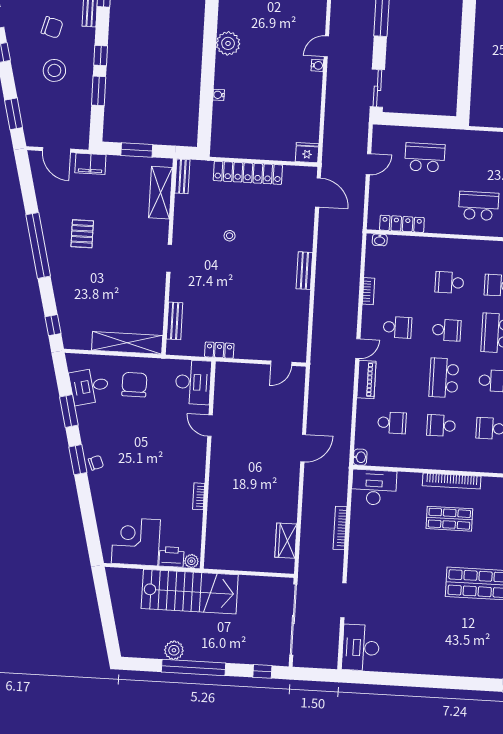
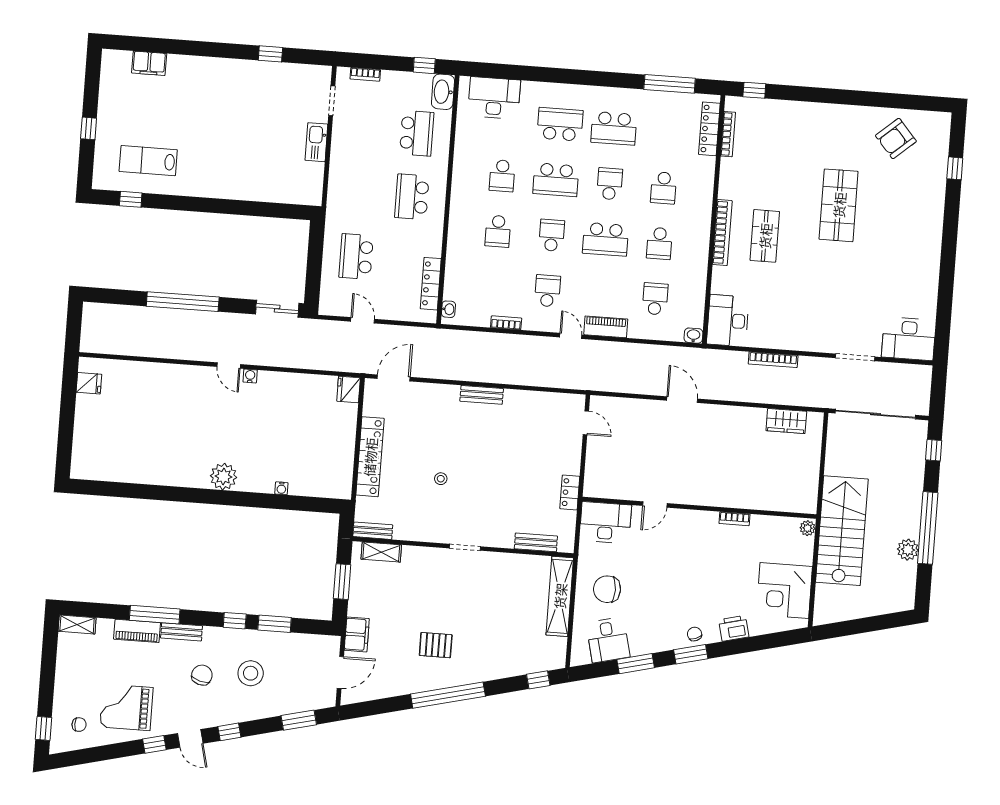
shelving: (161, 193) -> (381, 552), width x0.67, depth x0.75
printer: (172, 557) -> (734, 628), moved, turned 76

